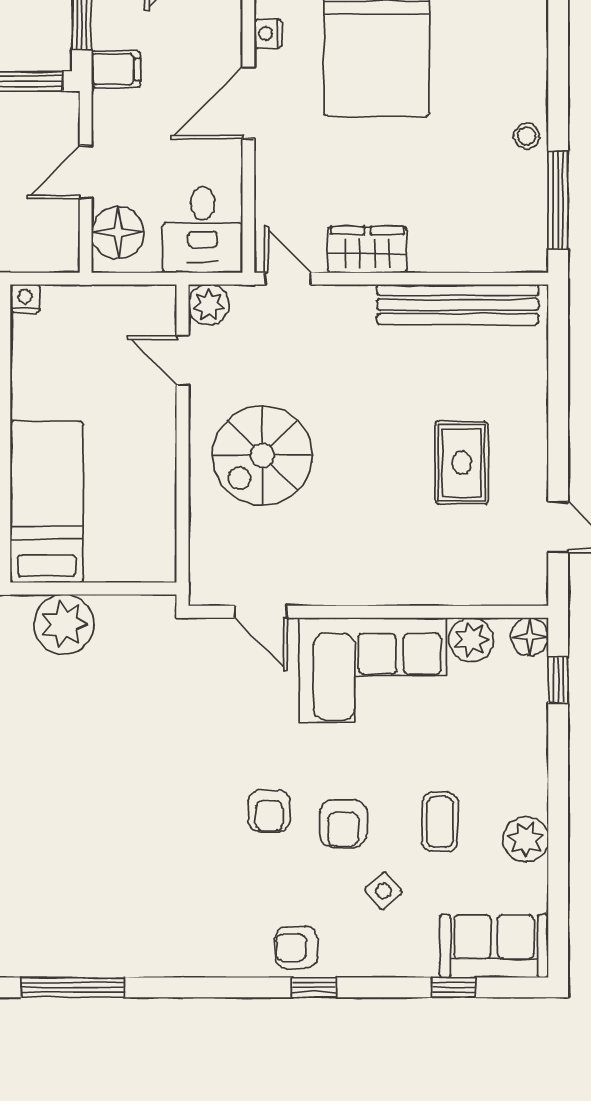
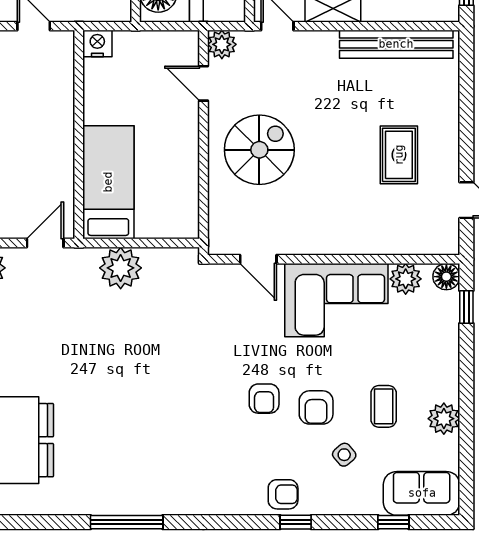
nightstand: (25, 299) -> (97, 44), width x1.39, depth x1.35
spiral stairs: (262, 455) -> (259, 150), turned 180
armchair: (296, 947) -> (283, 494), turned 180

